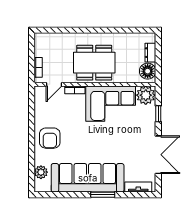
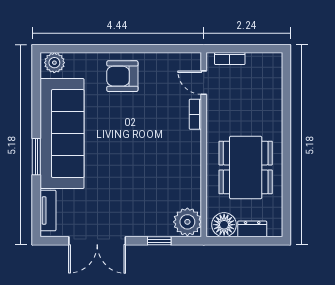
dining table: (94, 63) -> (246, 167), moved
corner sofa: (111, 104) -> (175, 169), removed
plant: (41, 172) -> (54, 63), moved

